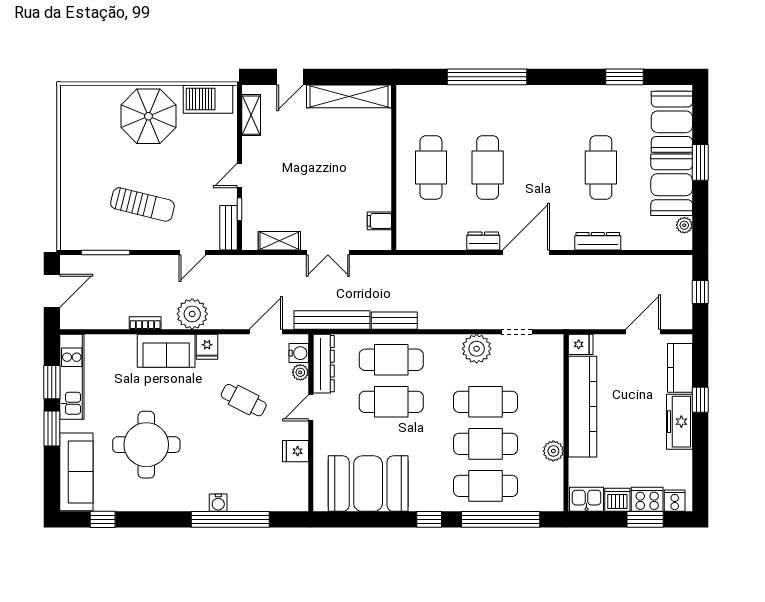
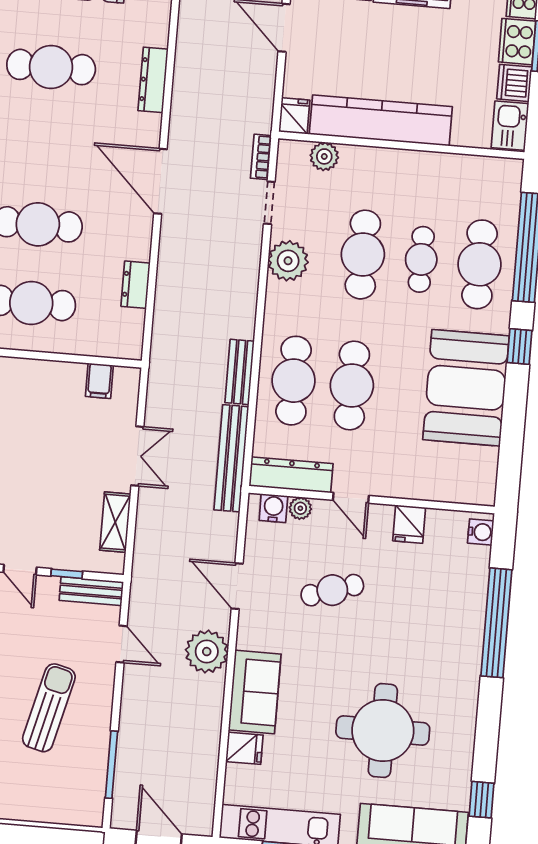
dresser: (483, 241) -> (136, 285), moved
bookcase: (145, 323) -> (261, 157), moved
door: (266, 332) -> (237, 586), moved
fridge: (207, 347) -> (244, 748), moved
cafe table: (244, 400) -> (332, 590), turned 45
cafe table: (486, 444) -> (421, 259), width x0.73, depth x0.74
plant: (553, 451) -> (324, 156), moved
booth: (368, 484) -> (466, 388), moved
water cooler: (218, 503) -> (481, 532), moved

